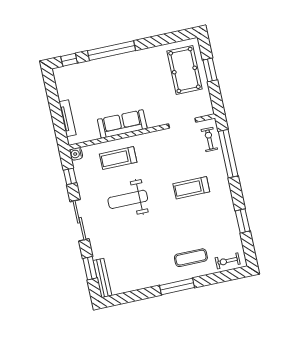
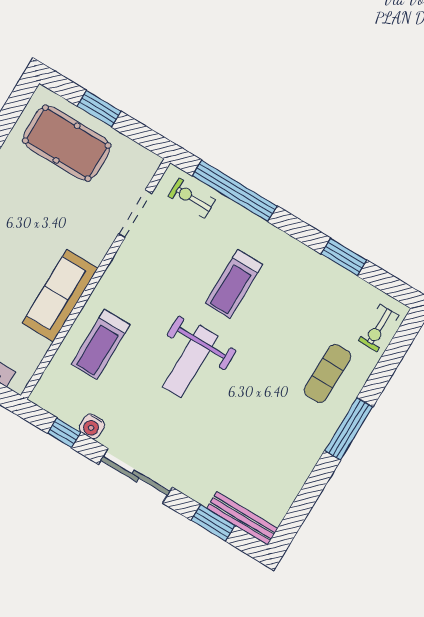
water cooler: (76, 154) -> (92, 426), moved
weight bench: (128, 199) -> (190, 361), moved

